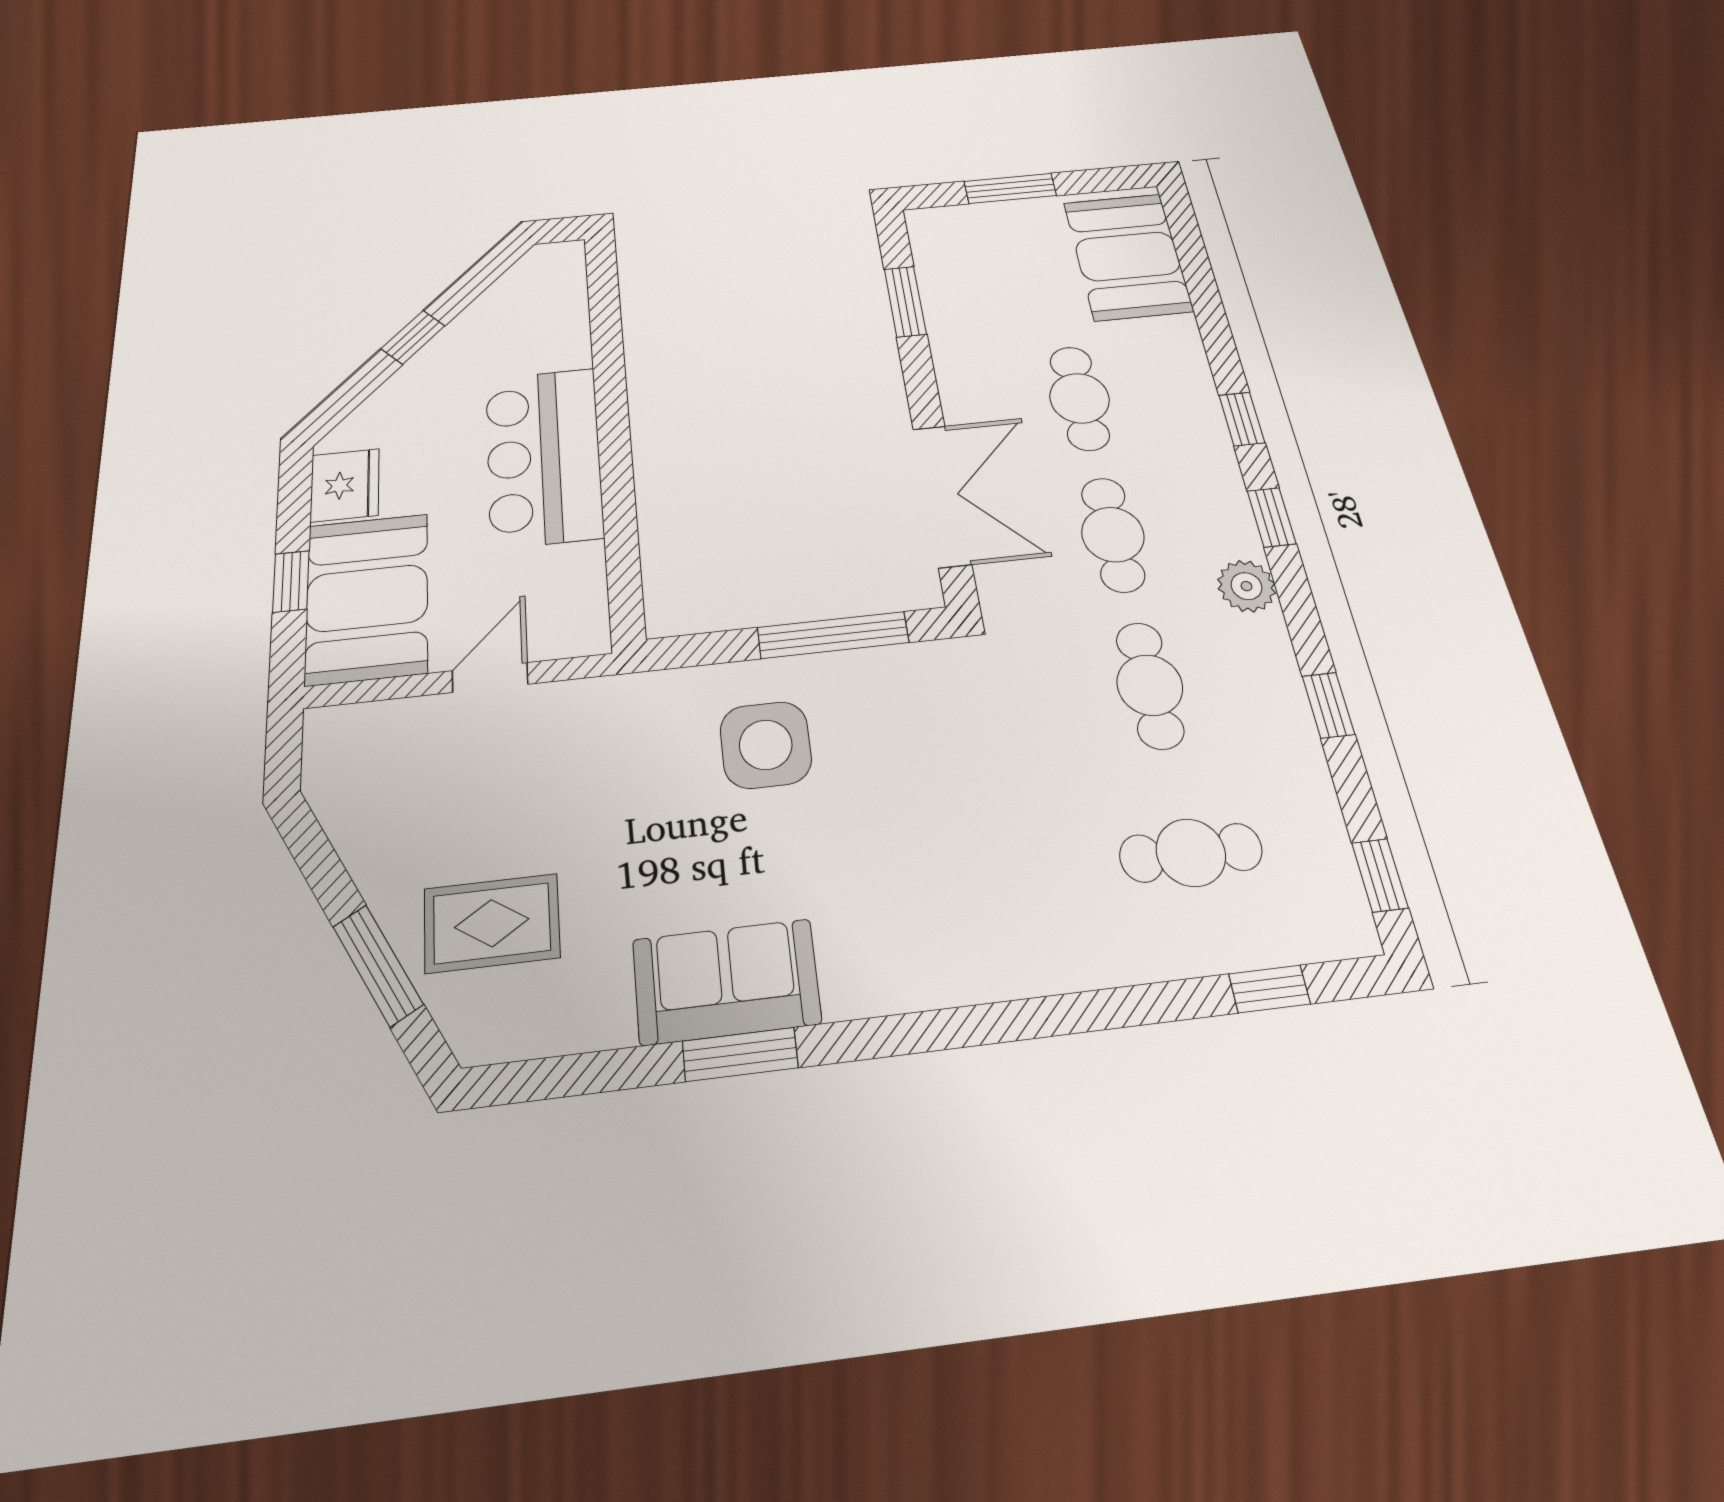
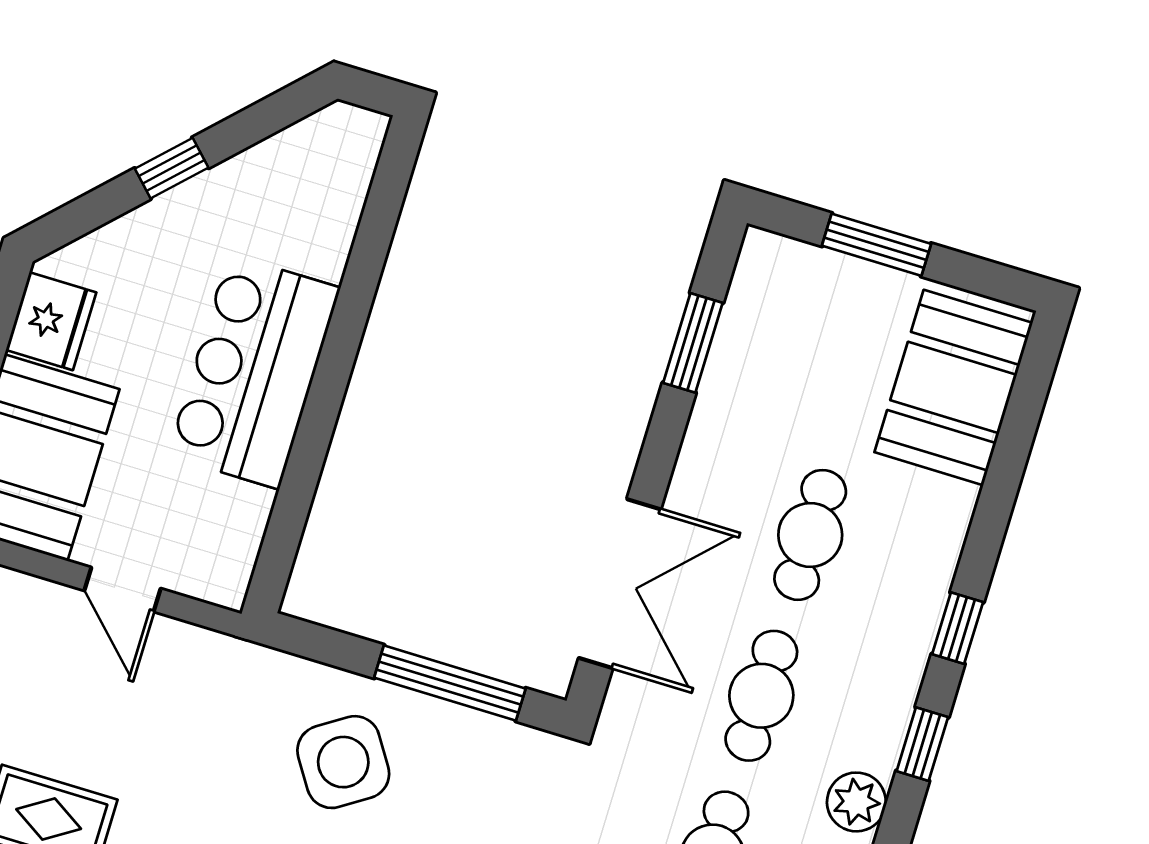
door: (490, 677) -> (123, 589), swing flipped
side table: (766, 745) -> (343, 762), turned -33

